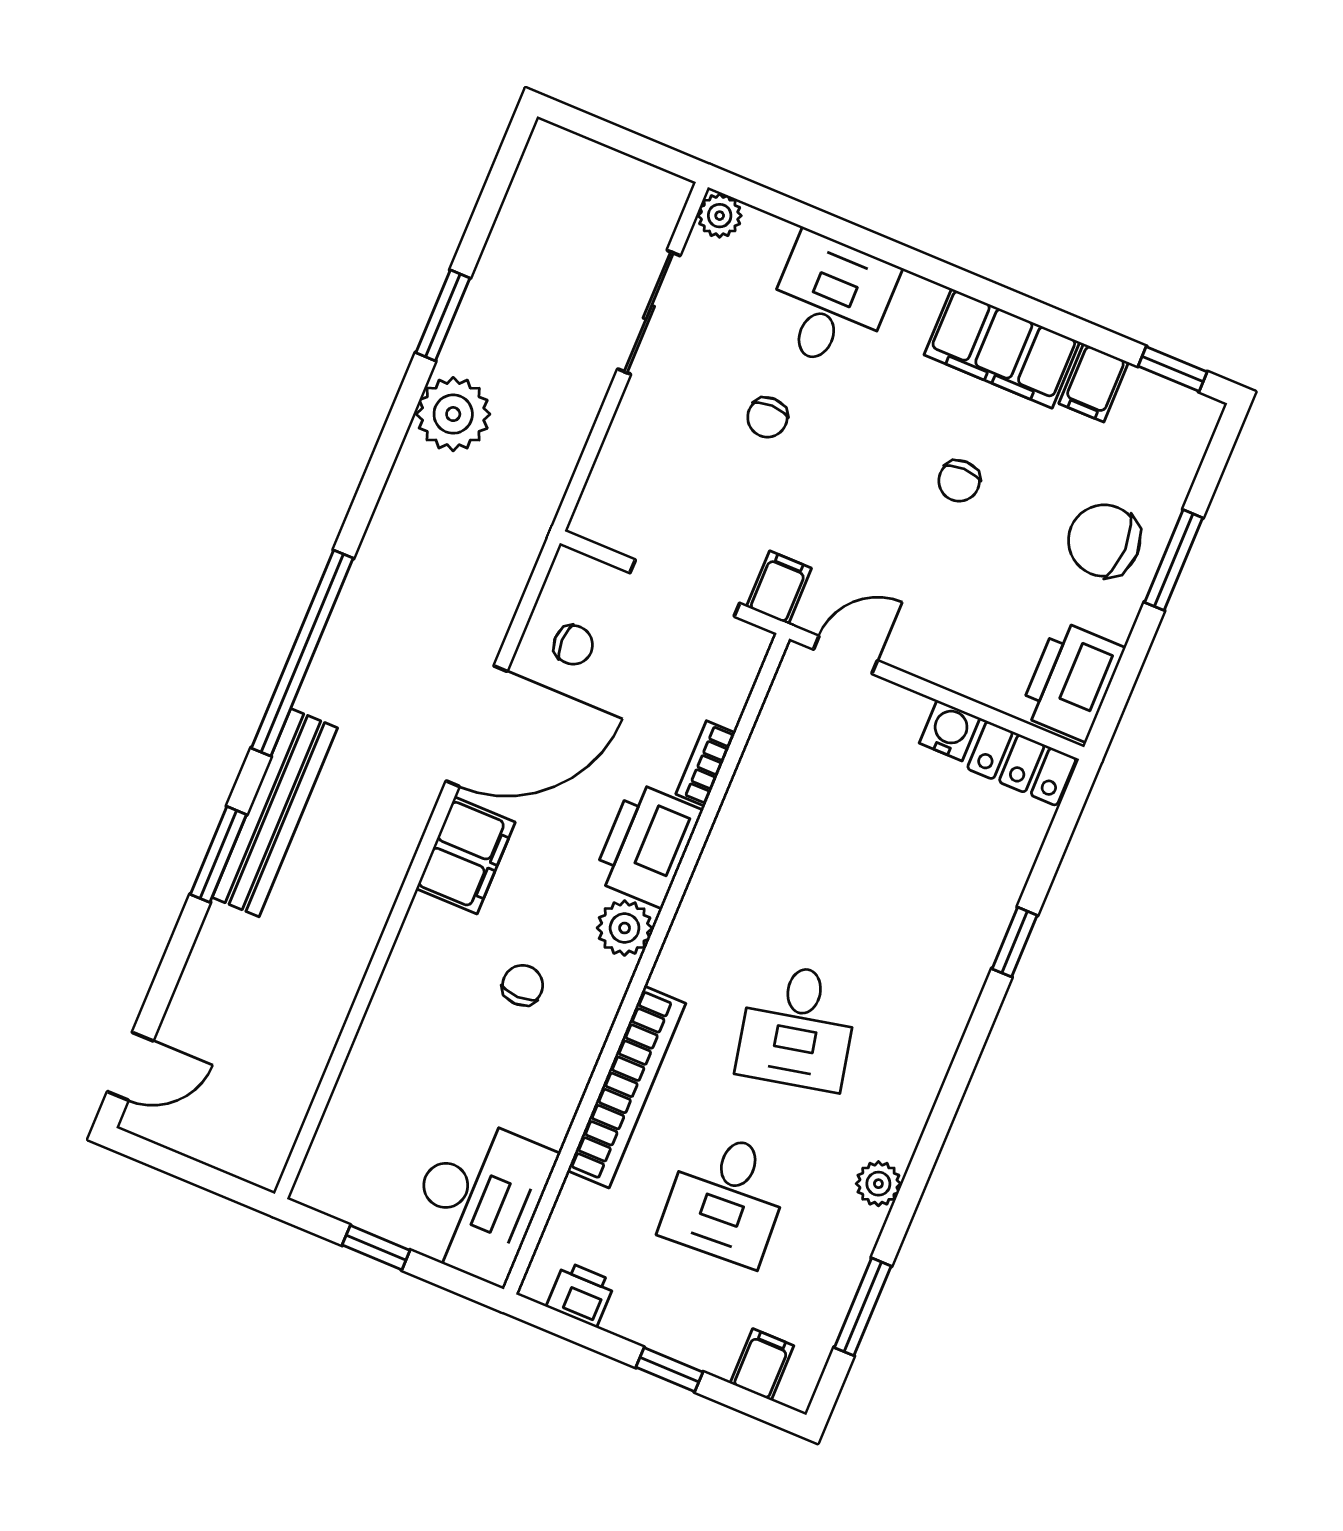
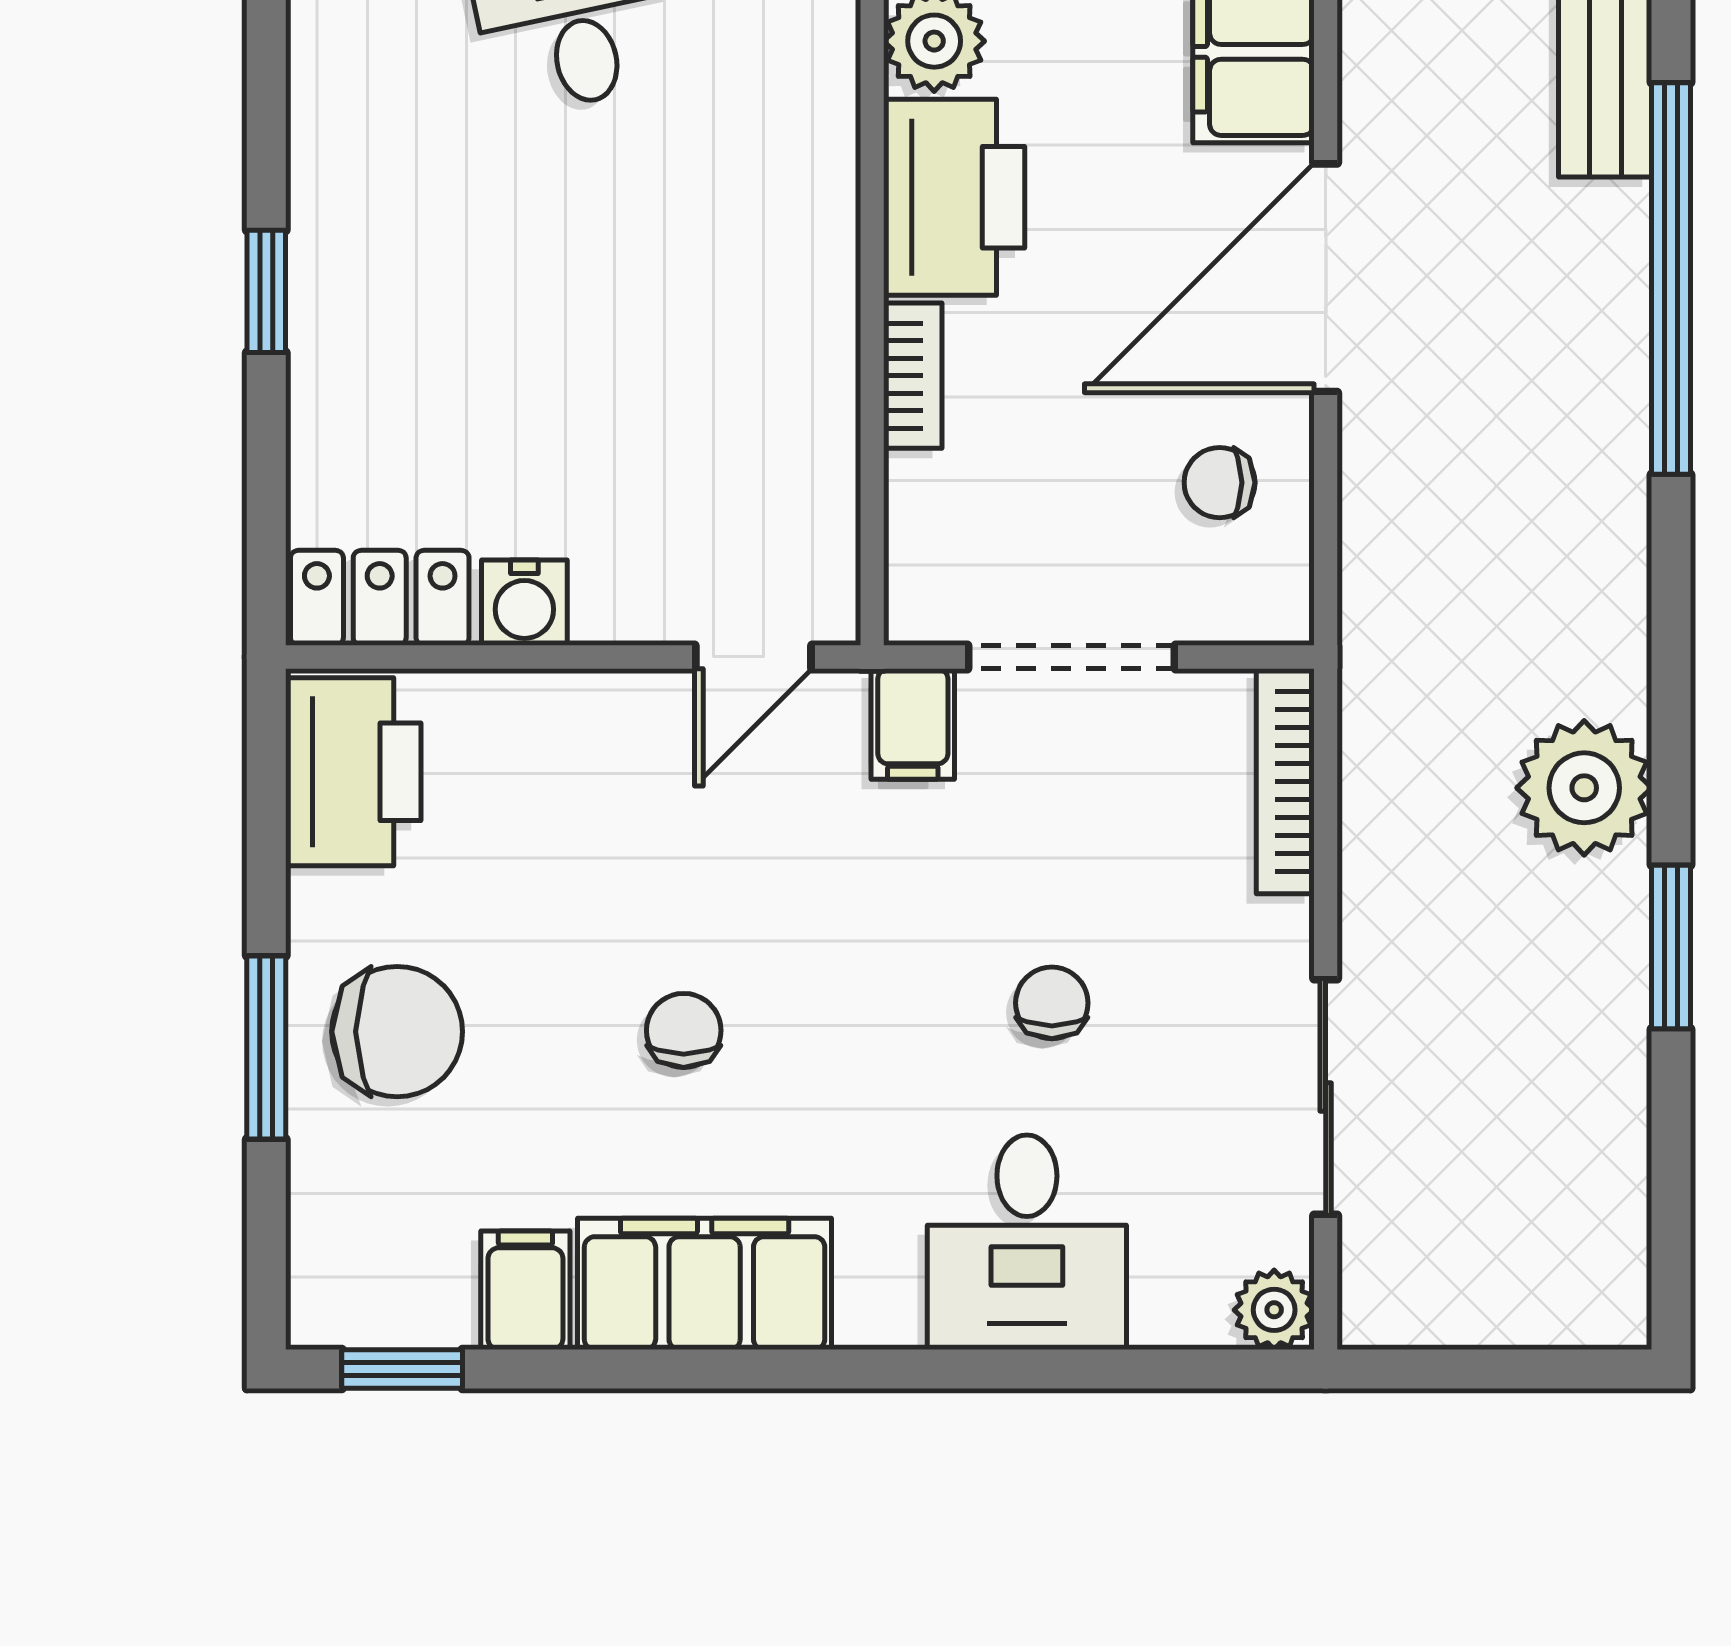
bookcase: (603, 480) -> (1285, 781), added

